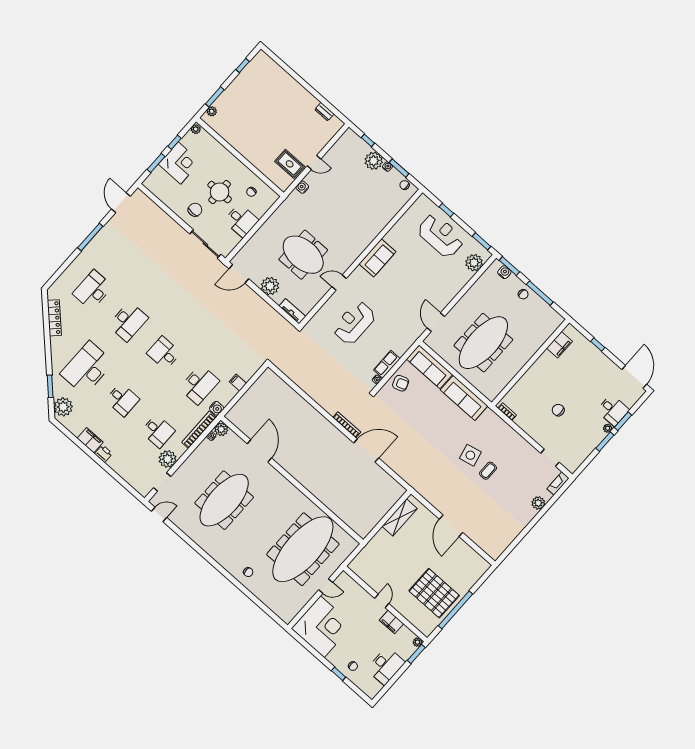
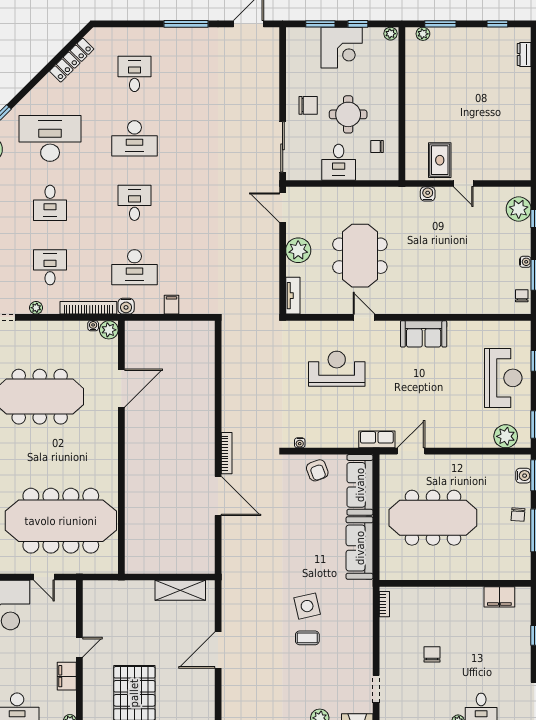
dresser: (324, 112) -> (524, 54), moved
plant: (374, 161) -> (519, 209), moved
desk: (93, 290) -> (134, 74), width x0.73
row of seats: (387, 364) -> (377, 439), moved
desk: (158, 431) -> (50, 267), turned 180
plant: (168, 459) -> (36, 308), width x0.53, depth x0.53

